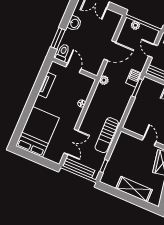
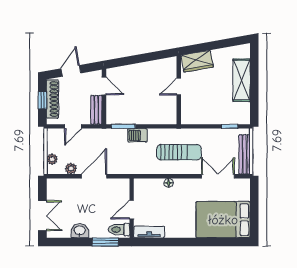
door: (110, 51) -> (94, 176), hinge flipped
barbecue: (134, 78) -> (137, 135), moved
plant: (104, 80) -> (71, 169), moved
tv unit: (47, 85) -> (149, 232), moved
sun lounger: (107, 135) -> (179, 152), moved

